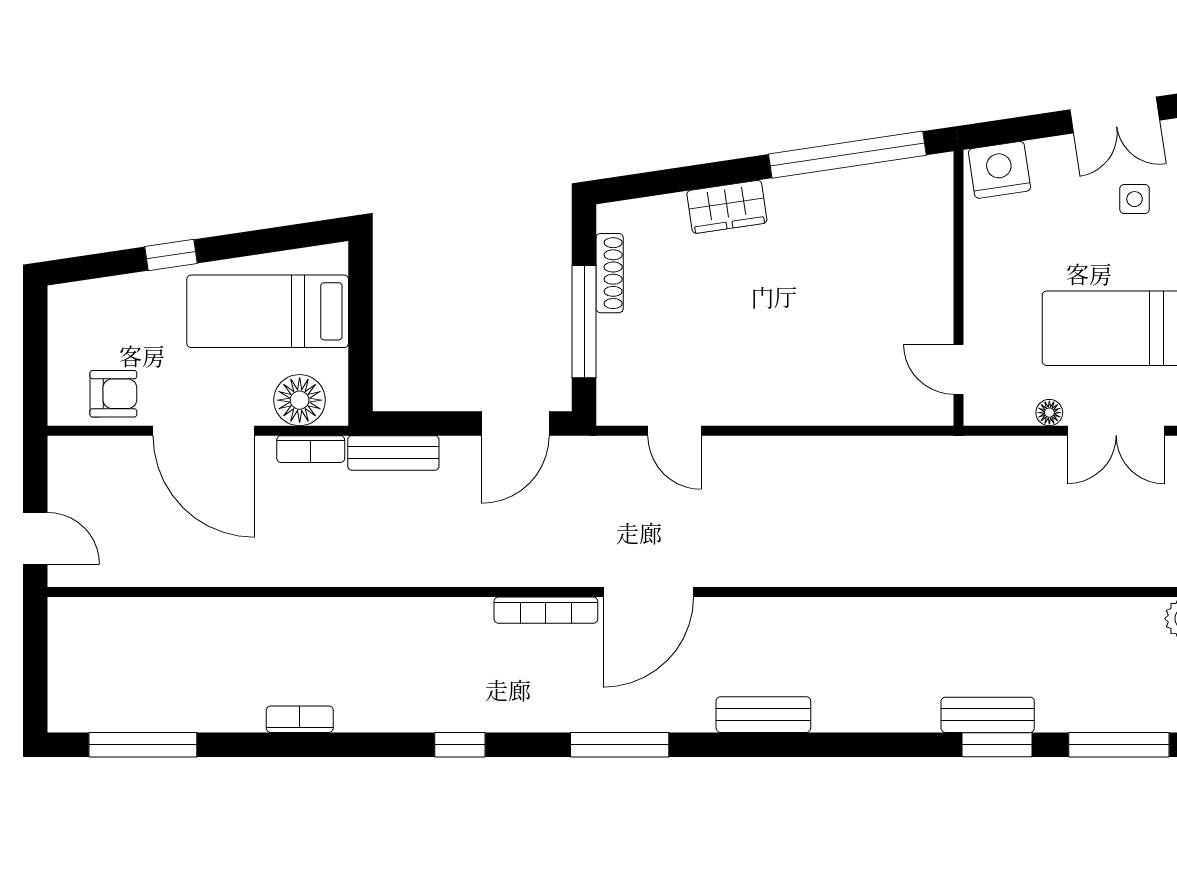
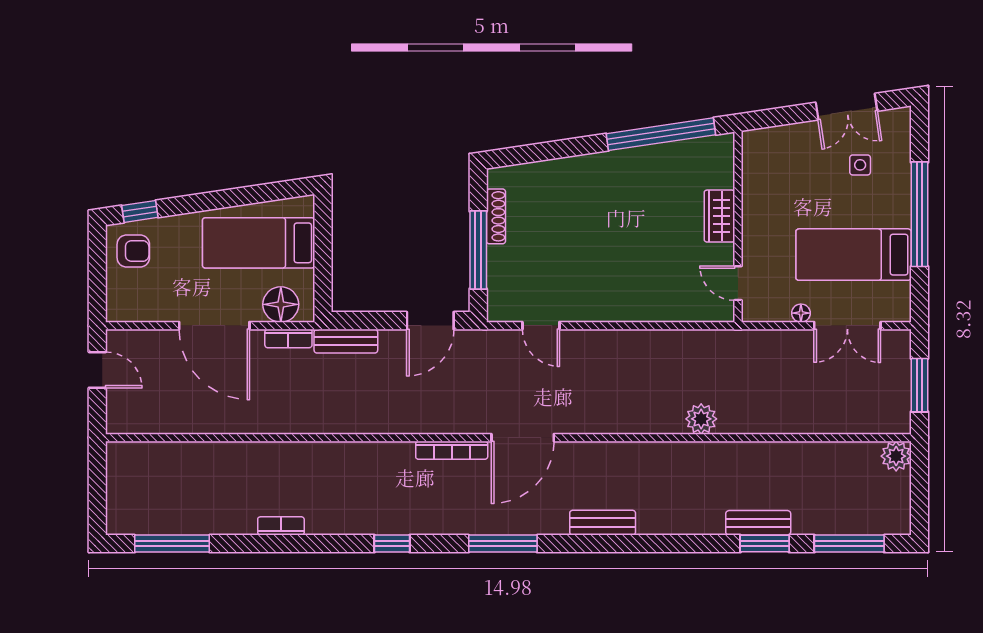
nightstand: (999, 170) -> (766, 145), removed
wardrobe: (727, 207) -> (719, 216), moved, turned 98
window: (171, 255) -> (140, 211), moved
armchair: (113, 394) -> (133, 251), moved
door: (35, 538) -> (97, 370), moved
plant: (905, 565) -> (701, 419), added

